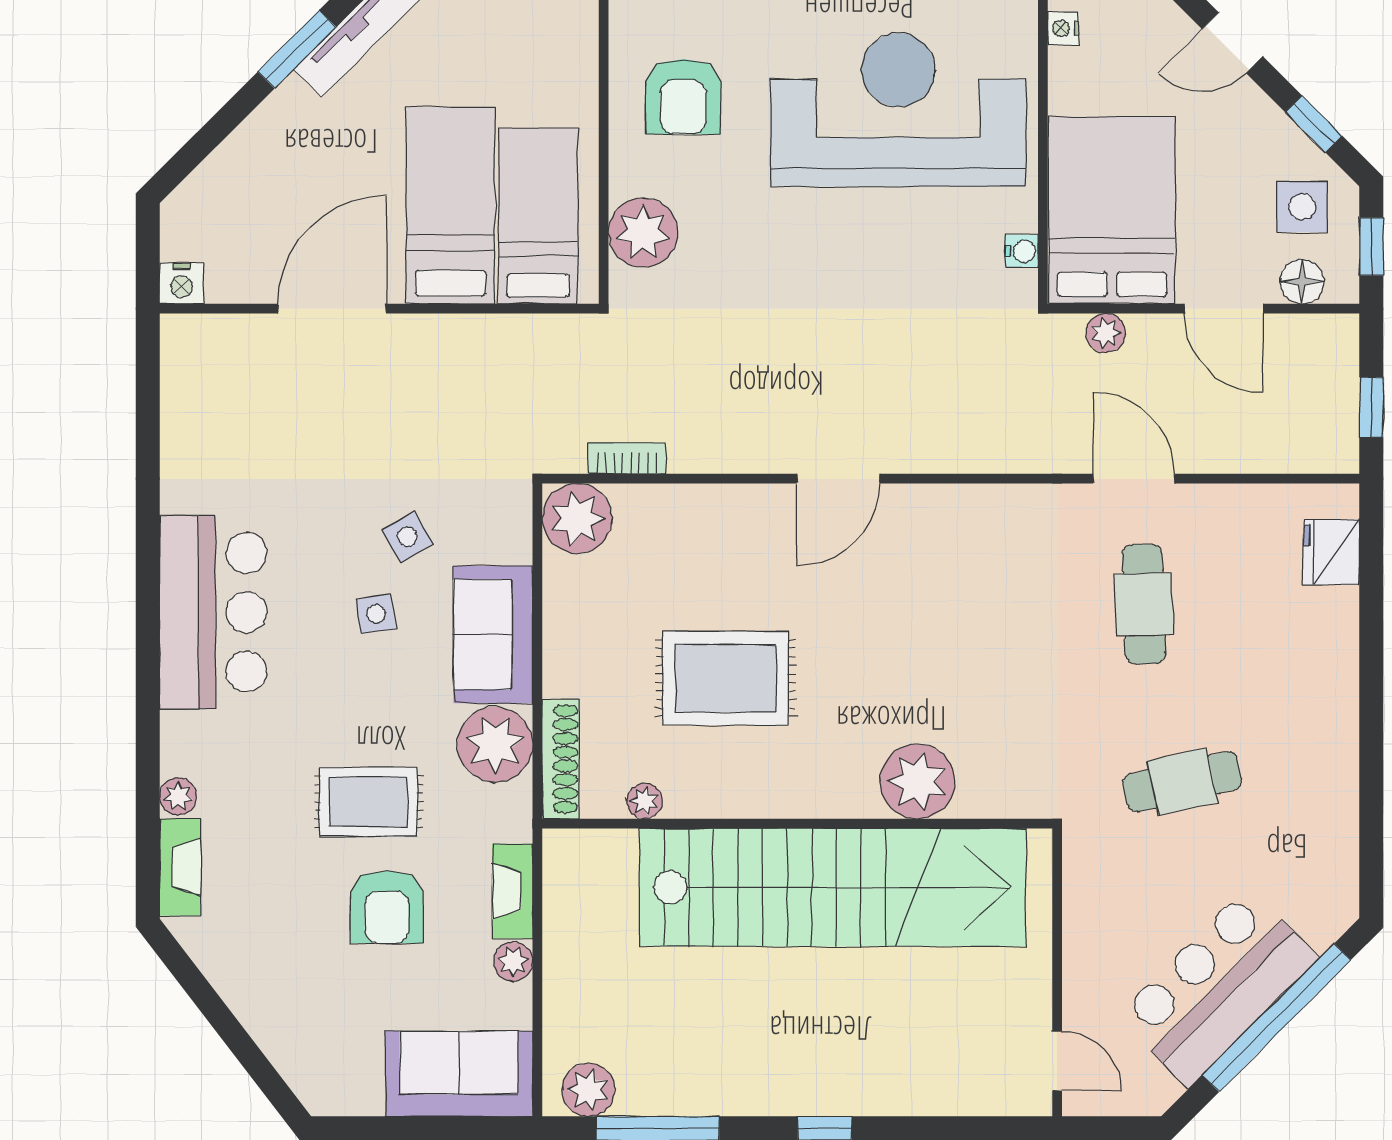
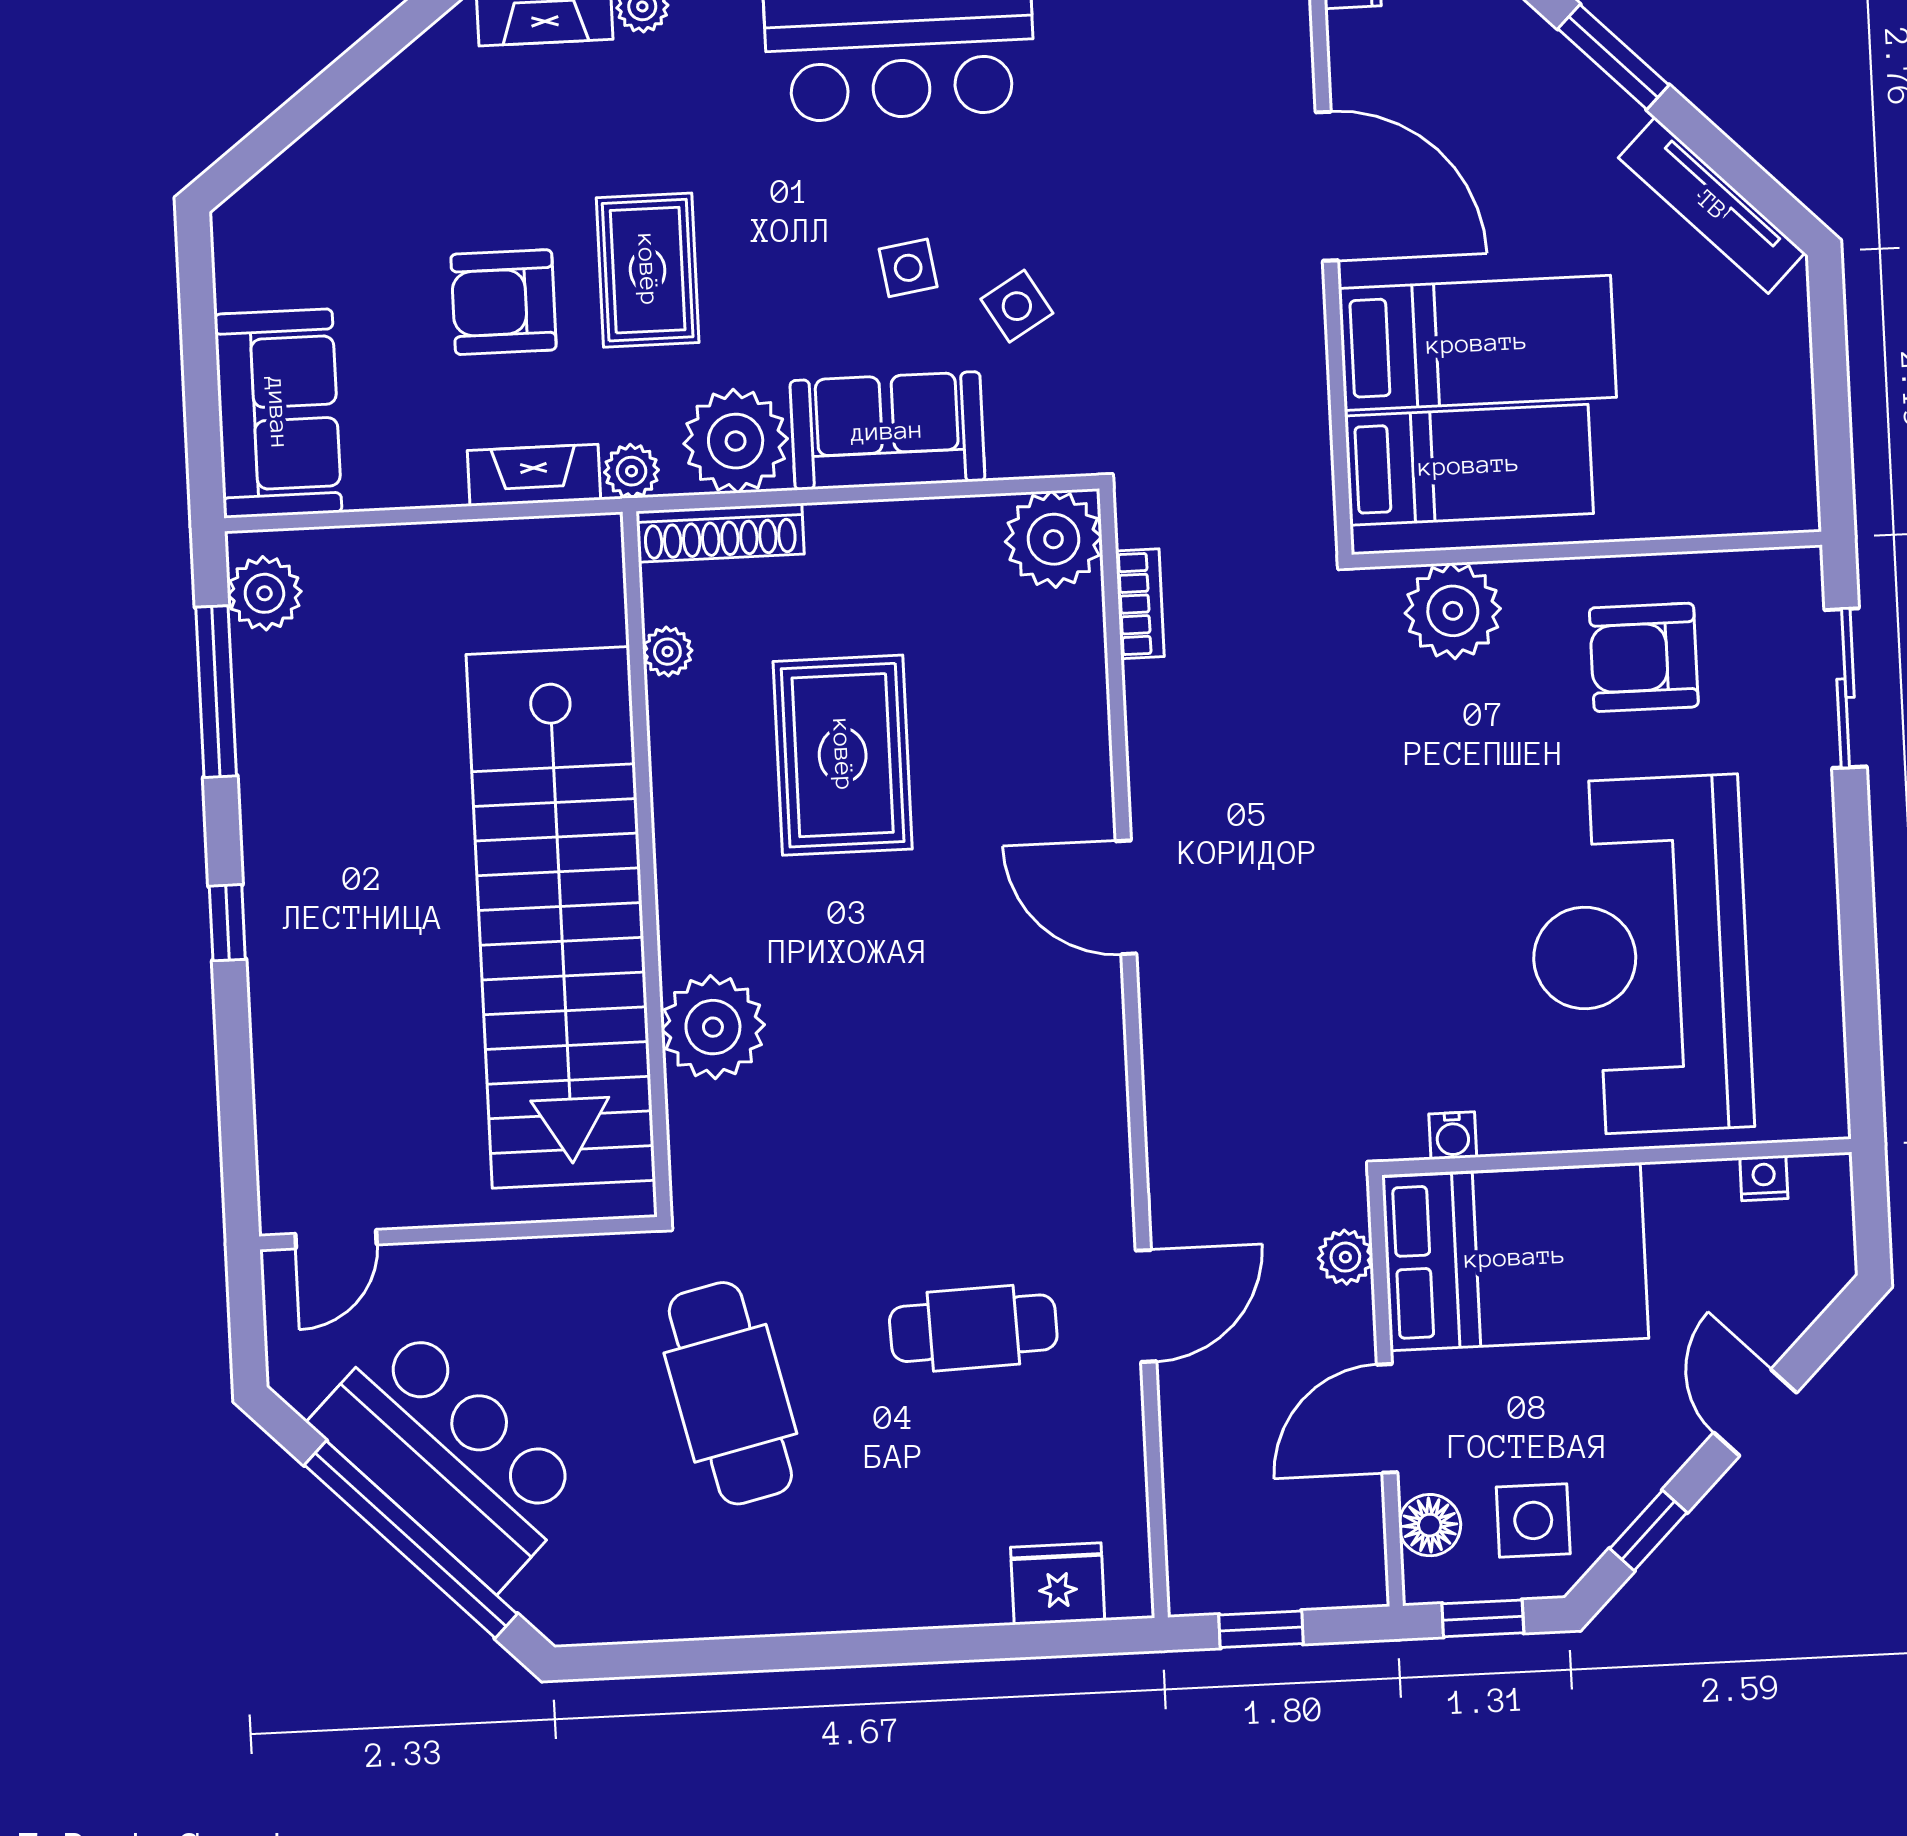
window: (297, 49) -> (1613, 57), moved
reception desk: (898, 110) -> (1640, 955), turned 180
cafe table: (1182, 782) -> (730, 1393), width x1.37, depth x1.35
plant: (513, 962) -> (632, 471), moved

